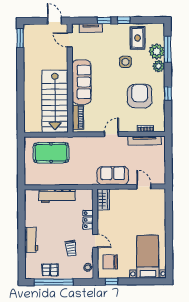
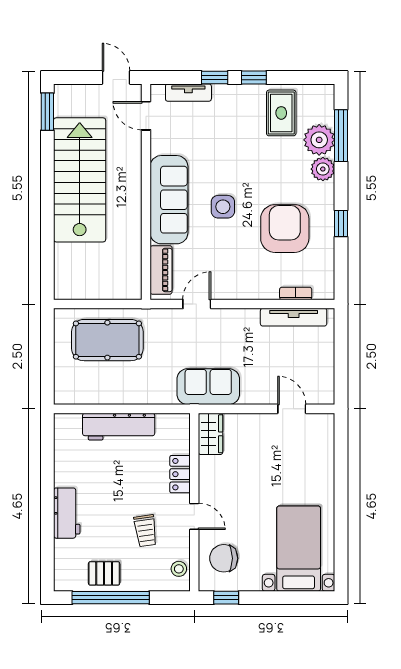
side table: (125, 62) -> (223, 207), moved
stairs: (55, 101) -> (80, 180), moved, turned 180
door: (111, 134) -> (197, 304), moved
sofa: (113, 176) -> (208, 387), moved

